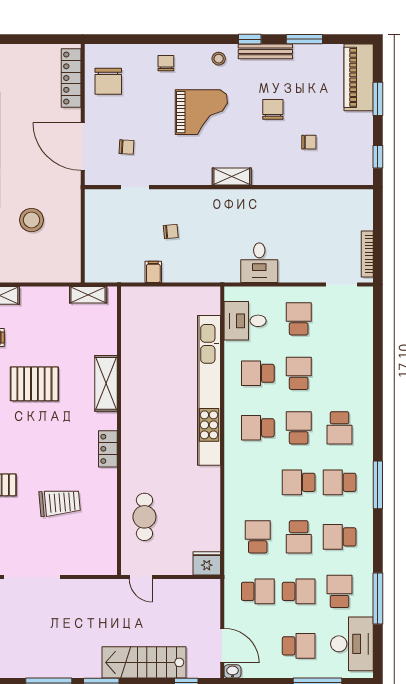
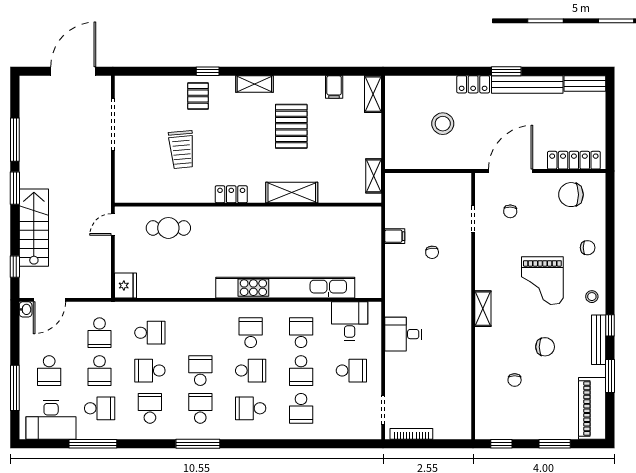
piano: (359, 77) -> (592, 408), moved, turned -90
school desk: (299, 373) -> (301, 371), turned 90
school desk: (340, 373) -> (301, 408), added

